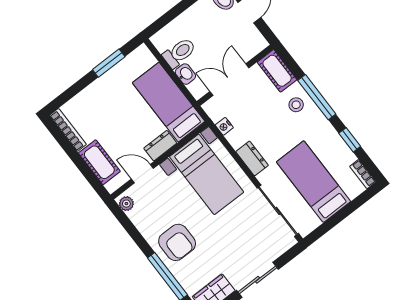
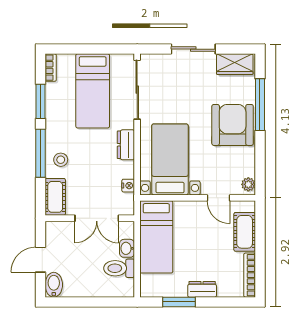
window: (350, 140) -> (40, 101), width x1.50
dresser: (160, 146) -> (202, 289), moved, turned 180
armchair: (177, 242) -> (233, 125), width x1.36, depth x1.36

